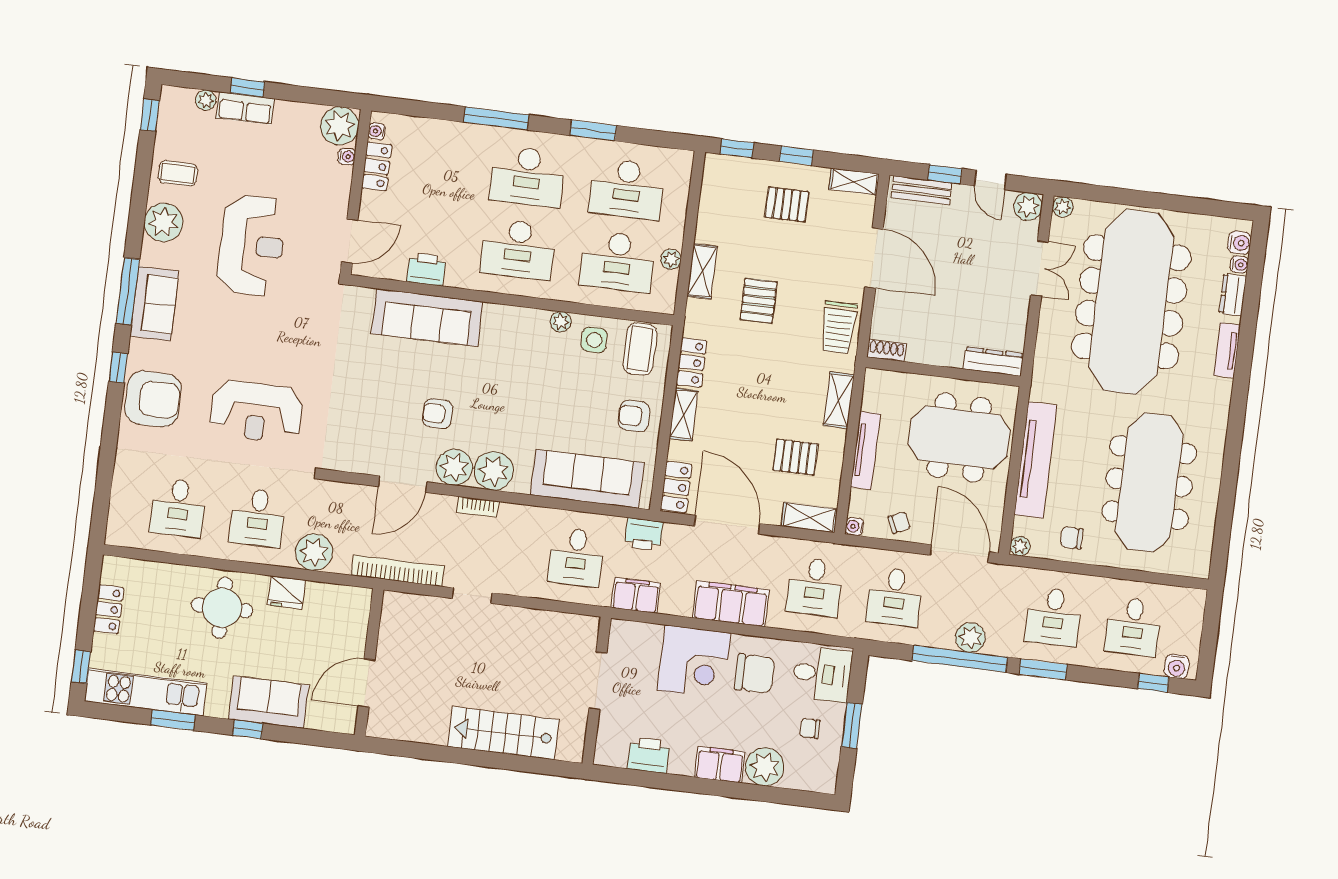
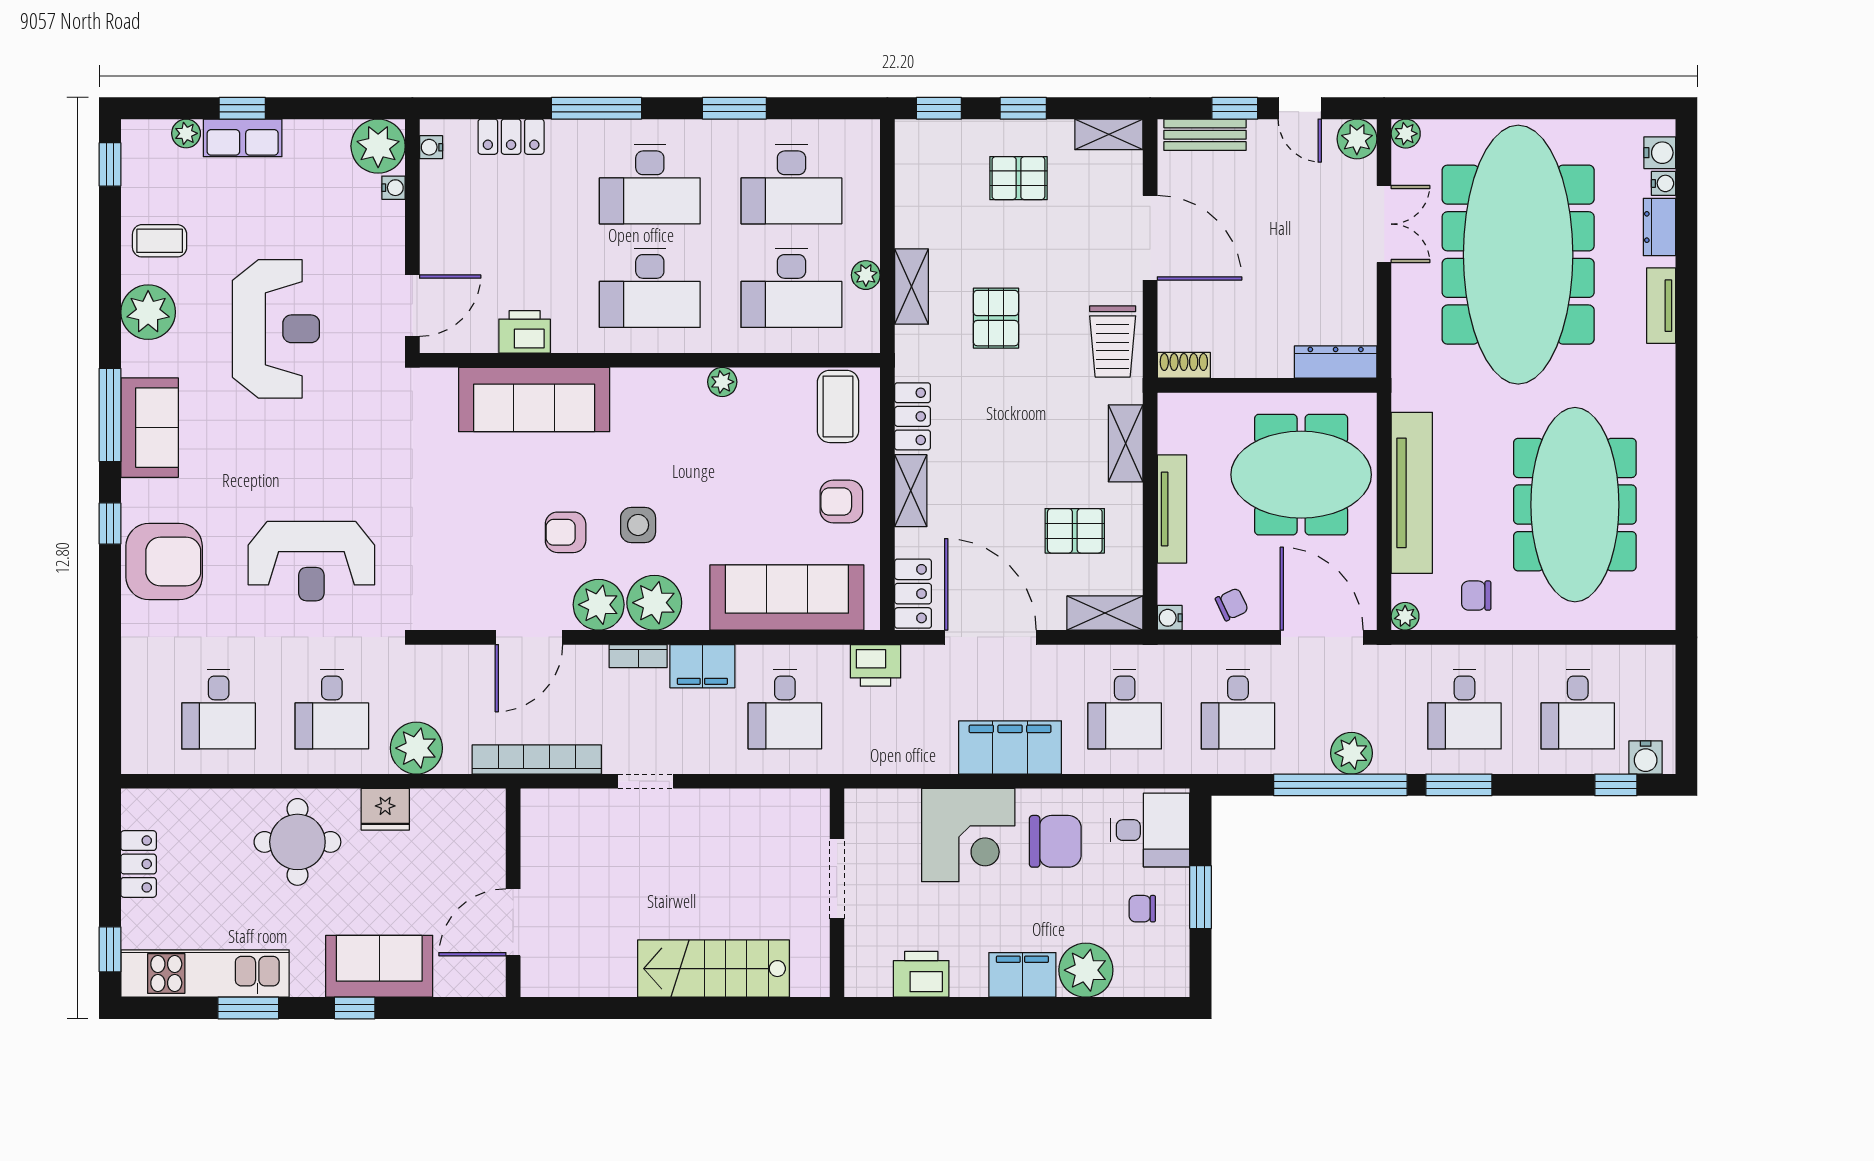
locker: (377, 166) -> (511, 137), moved, turned 90
side table: (594, 340) -> (638, 525), moved
filing cabinet: (636, 595) -> (702, 666), moved, turned 180

